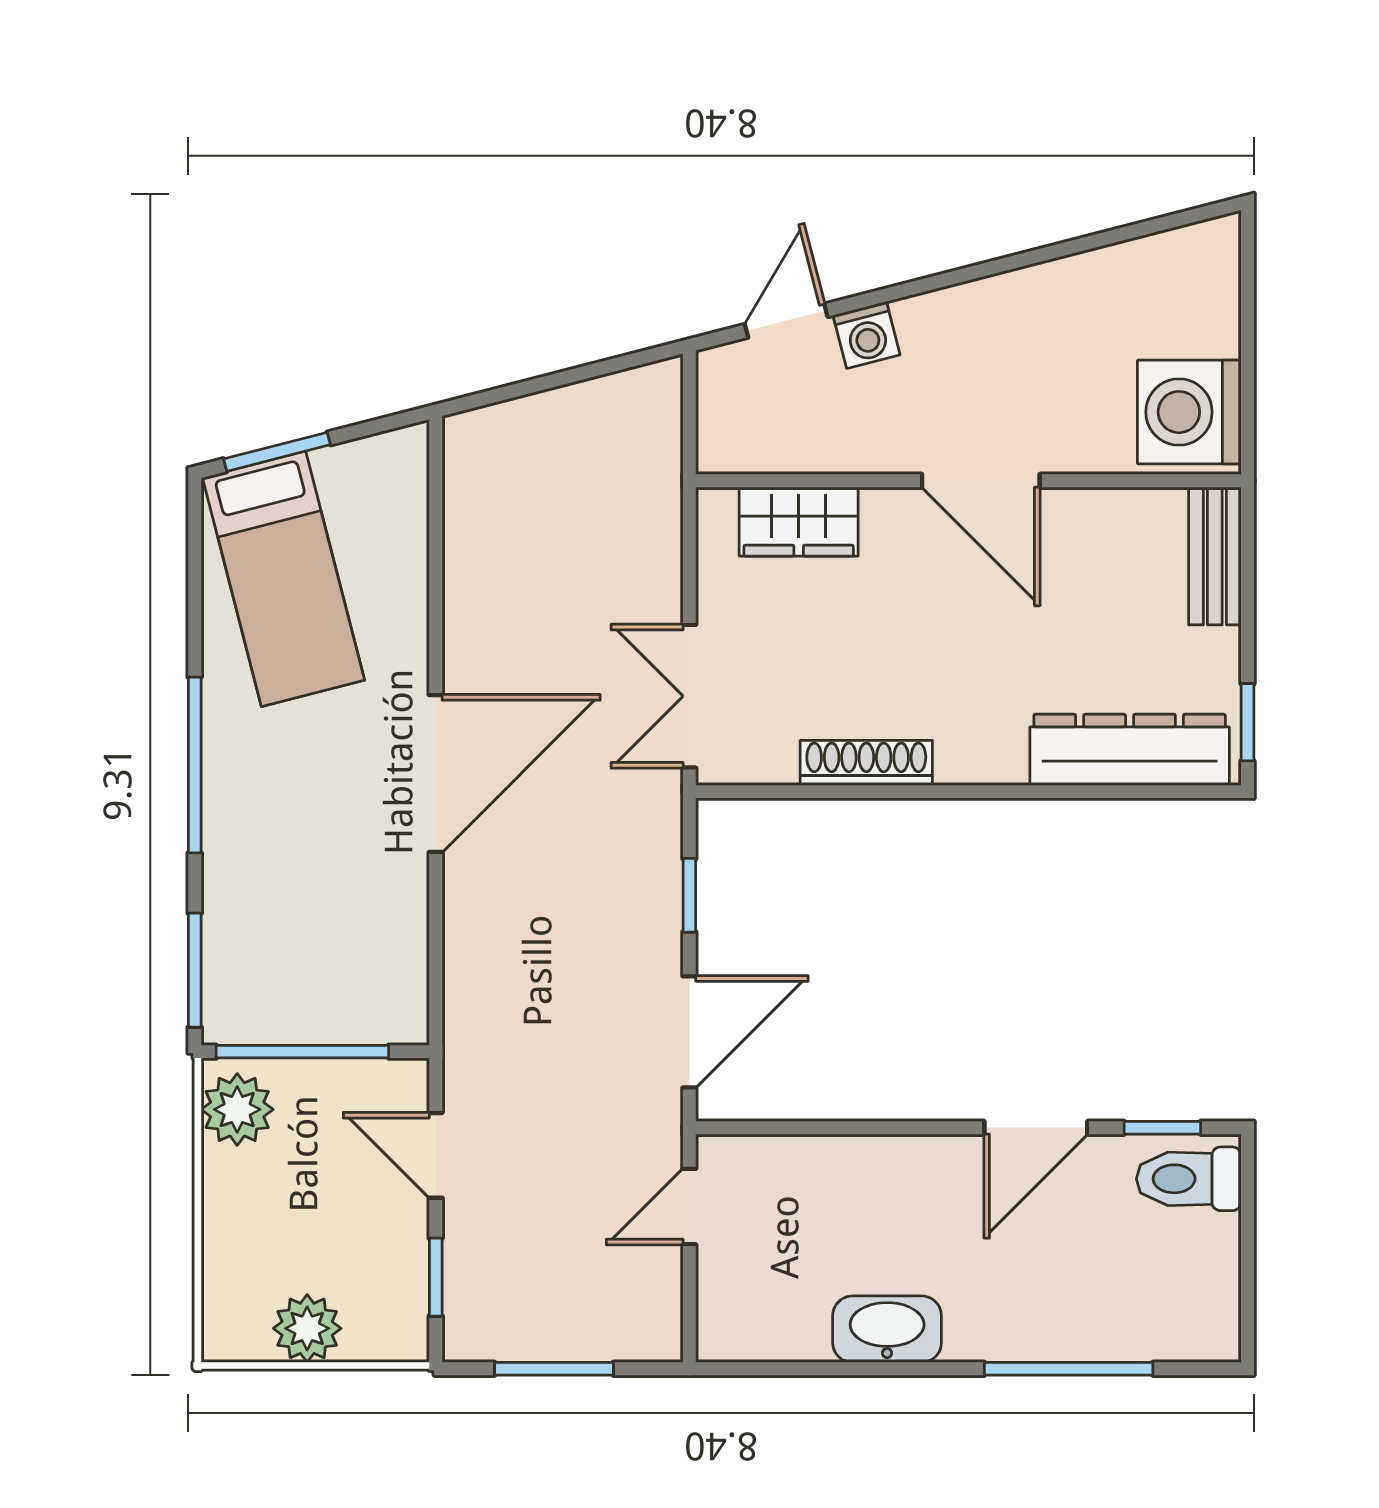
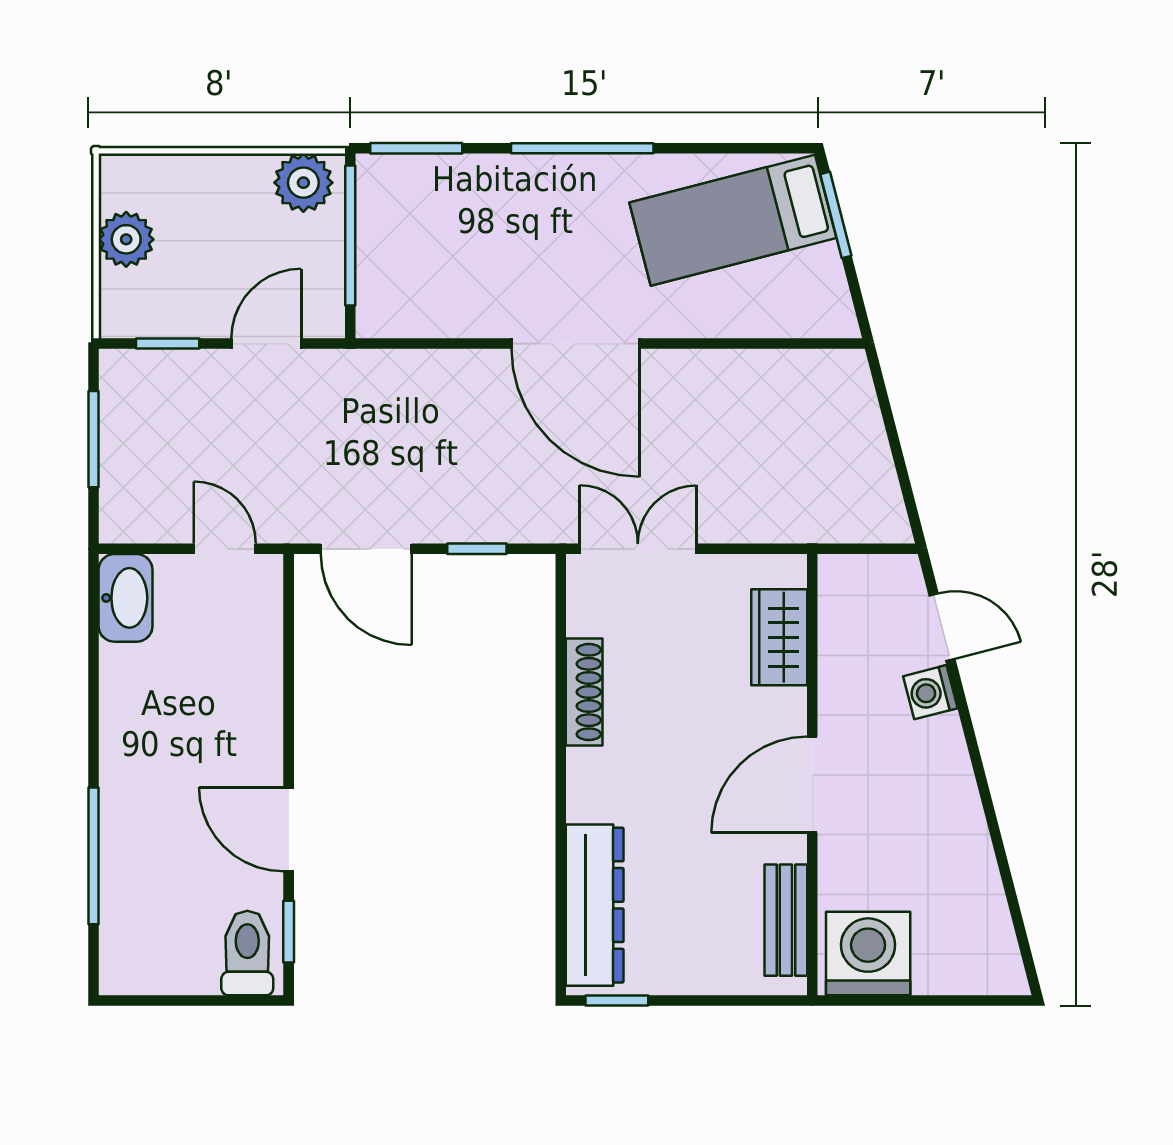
bench: (1215, 556) -> (786, 920), moved, turned 90
washbasin: (887, 1329) -> (126, 598), moved

